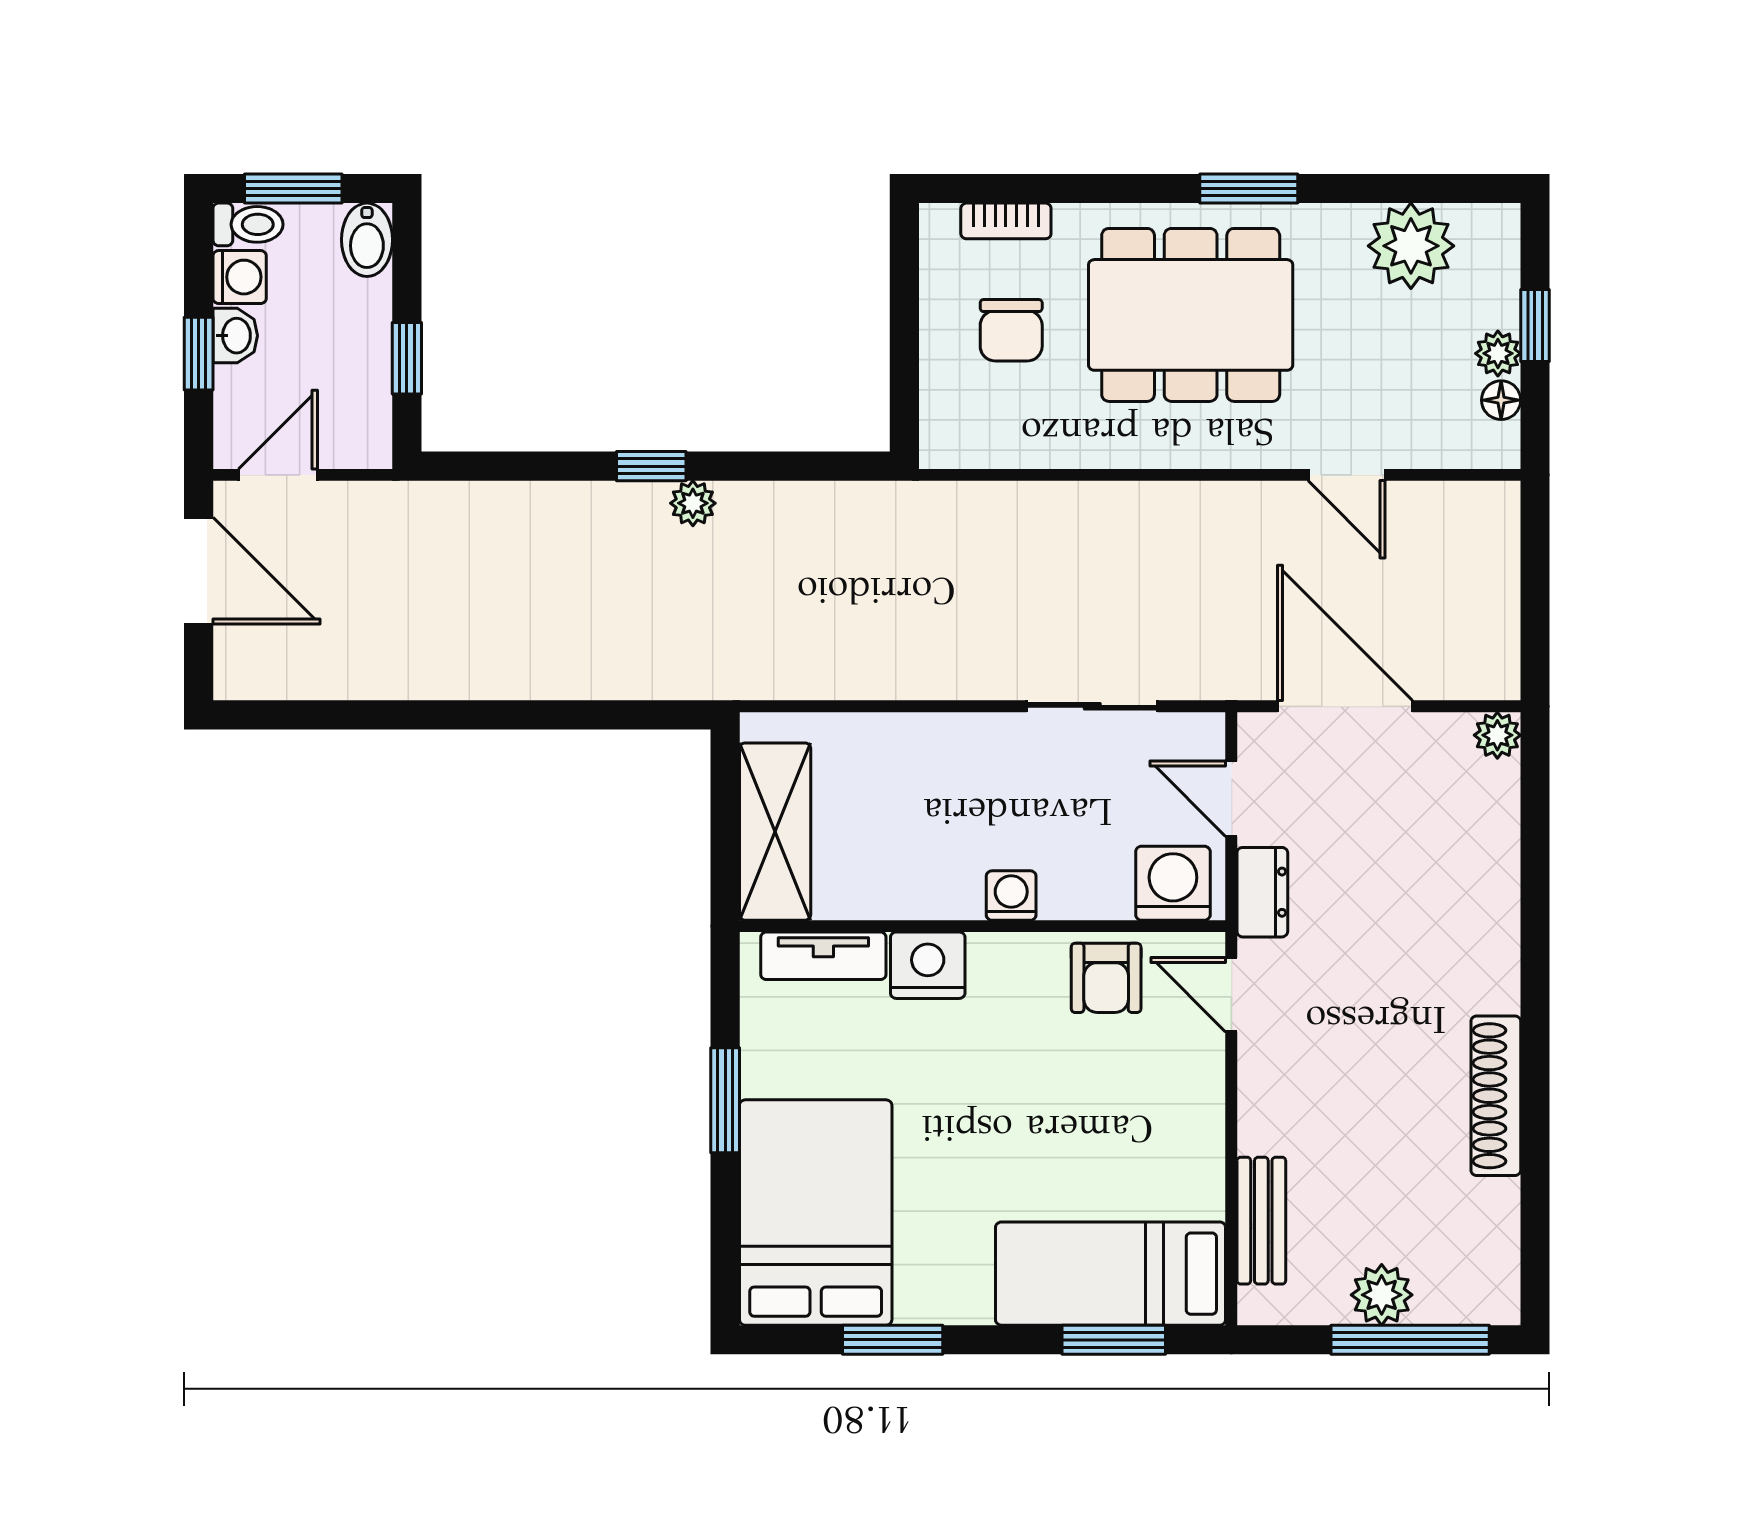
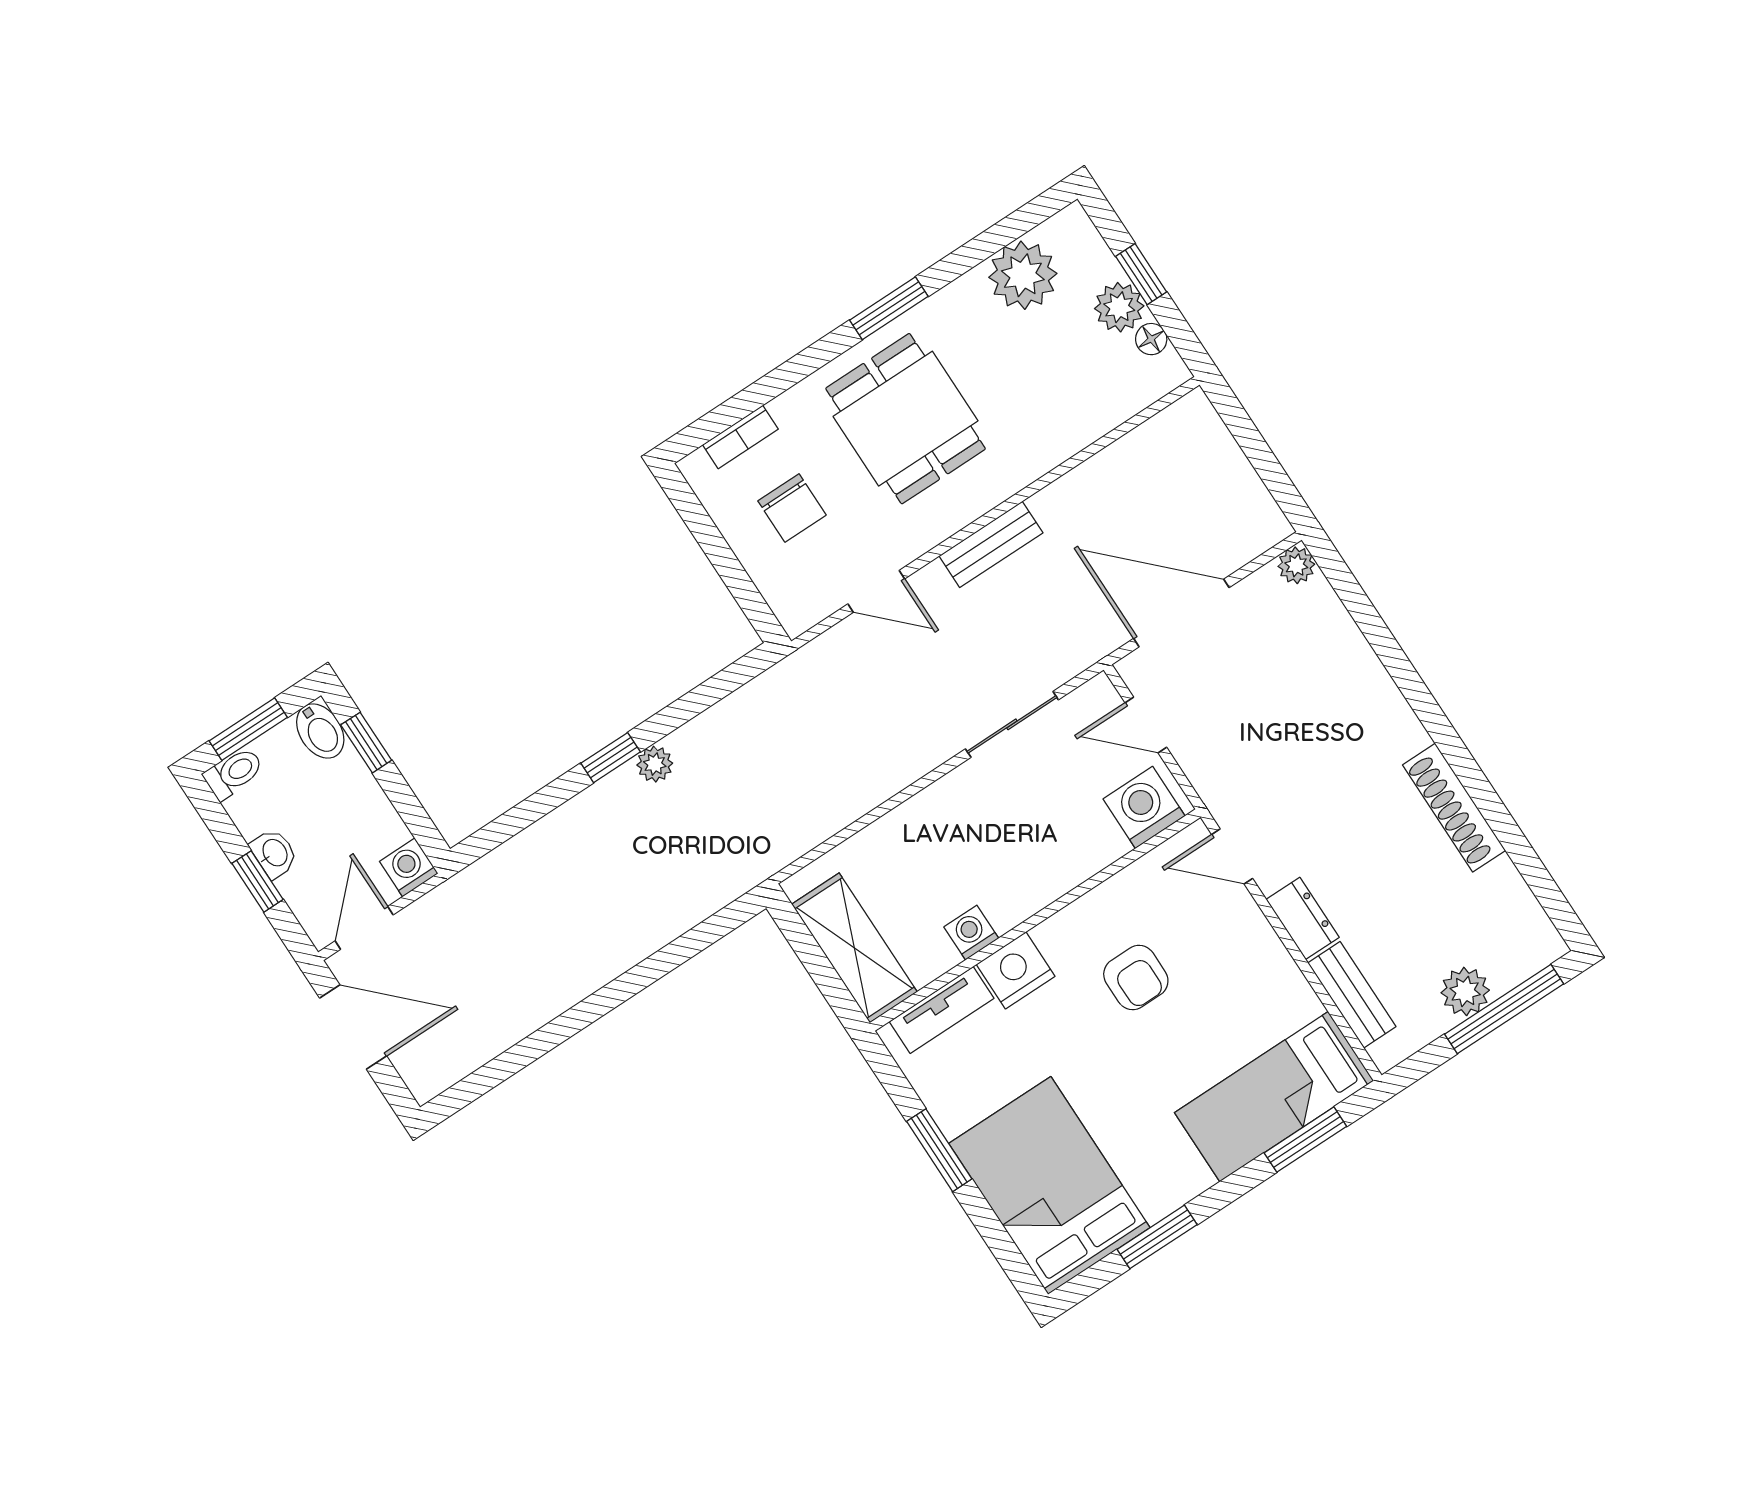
washing machine: (240, 277) -> (409, 867), moved, turned -90
dining table: (1191, 315) -> (906, 419), width x0.73
plant: (1498, 353) -> (1119, 307), width x1.38, depth x1.38
window: (407, 358) -> (366, 743), moved
door: (1347, 475) -> (876, 591), moved
bench: (1194, 504) -> (991, 544), added
dresser: (1262, 892) -> (1303, 918), moved
washing machine: (1011, 896) -> (971, 933), moved
armchair: (1106, 978) -> (1136, 977), moved

